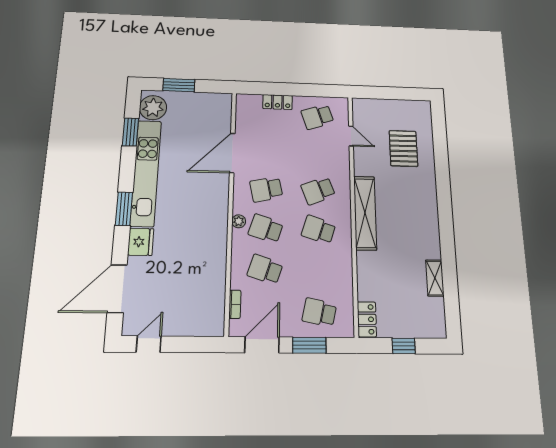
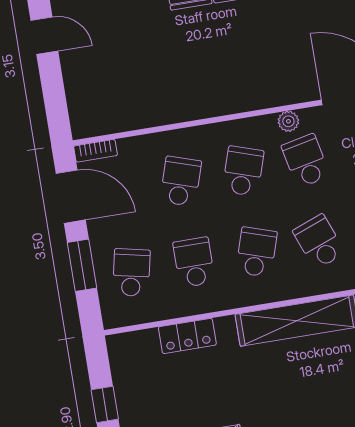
plant: (239, 221) -> (288, 121), moved
school desk: (319, 270) -> (194, 262), added
bookcase: (235, 304) -> (96, 151), moved
locker: (367, 319) -> (187, 336), moved

